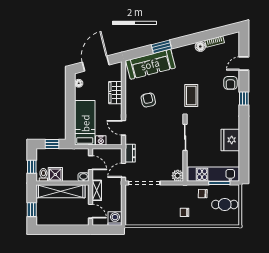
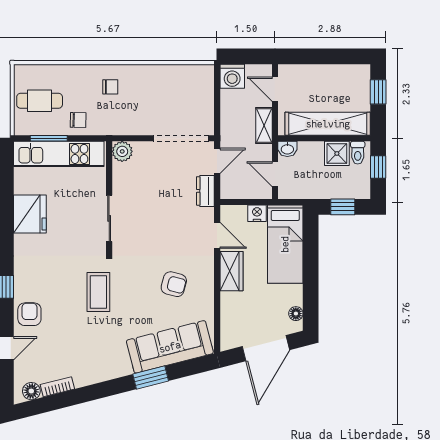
floor lamp: (200, 47) -> (31, 391), moved
wardrobe: (115, 93) -> (231, 271), moved
armchair: (148, 100) -> (174, 284), turned -62

